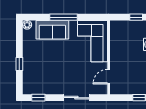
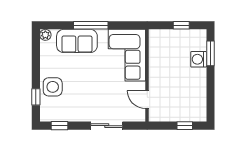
window: (19, 64) -> (36, 97), moved
side table: (33, 67) -> (53, 87), added
door: (109, 77) -> (147, 100), hinge flipped

